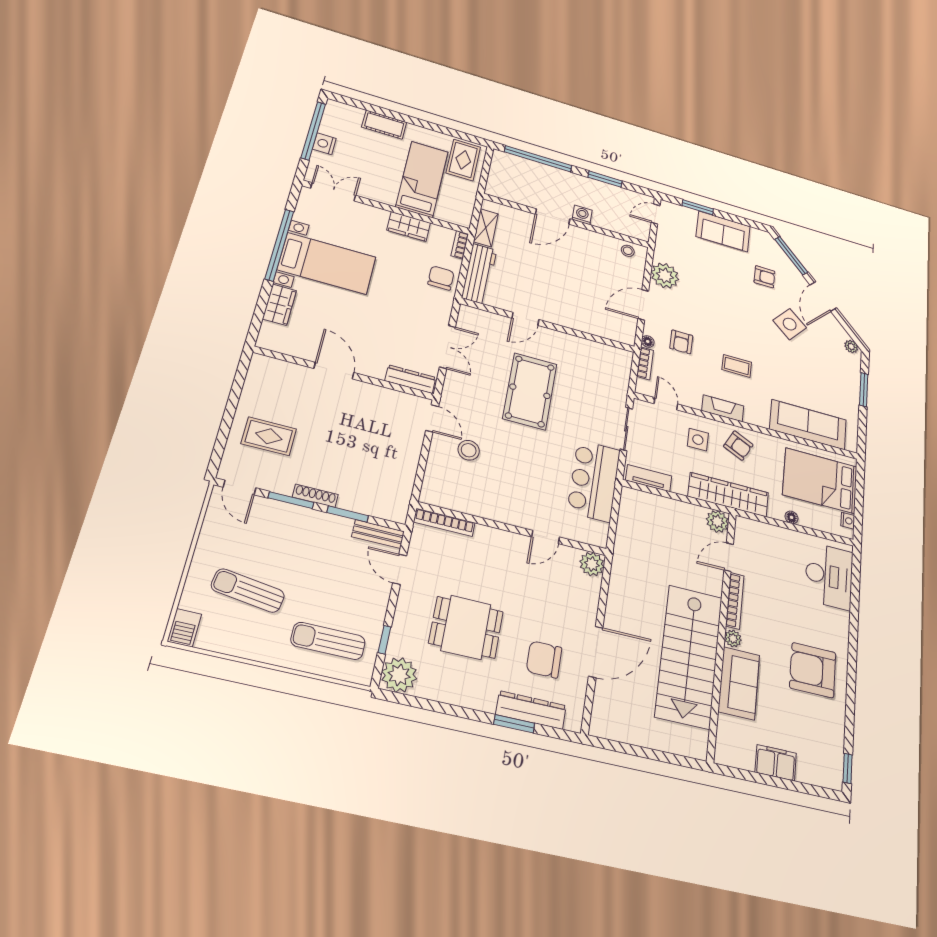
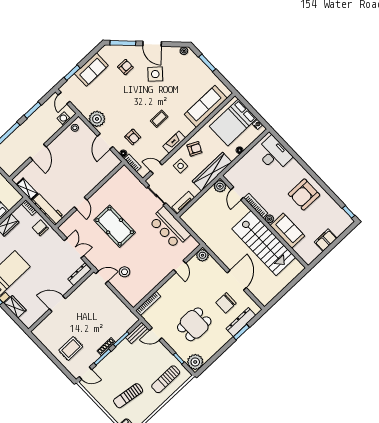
washing machine: (582, 215) -> (64, 119), moved

